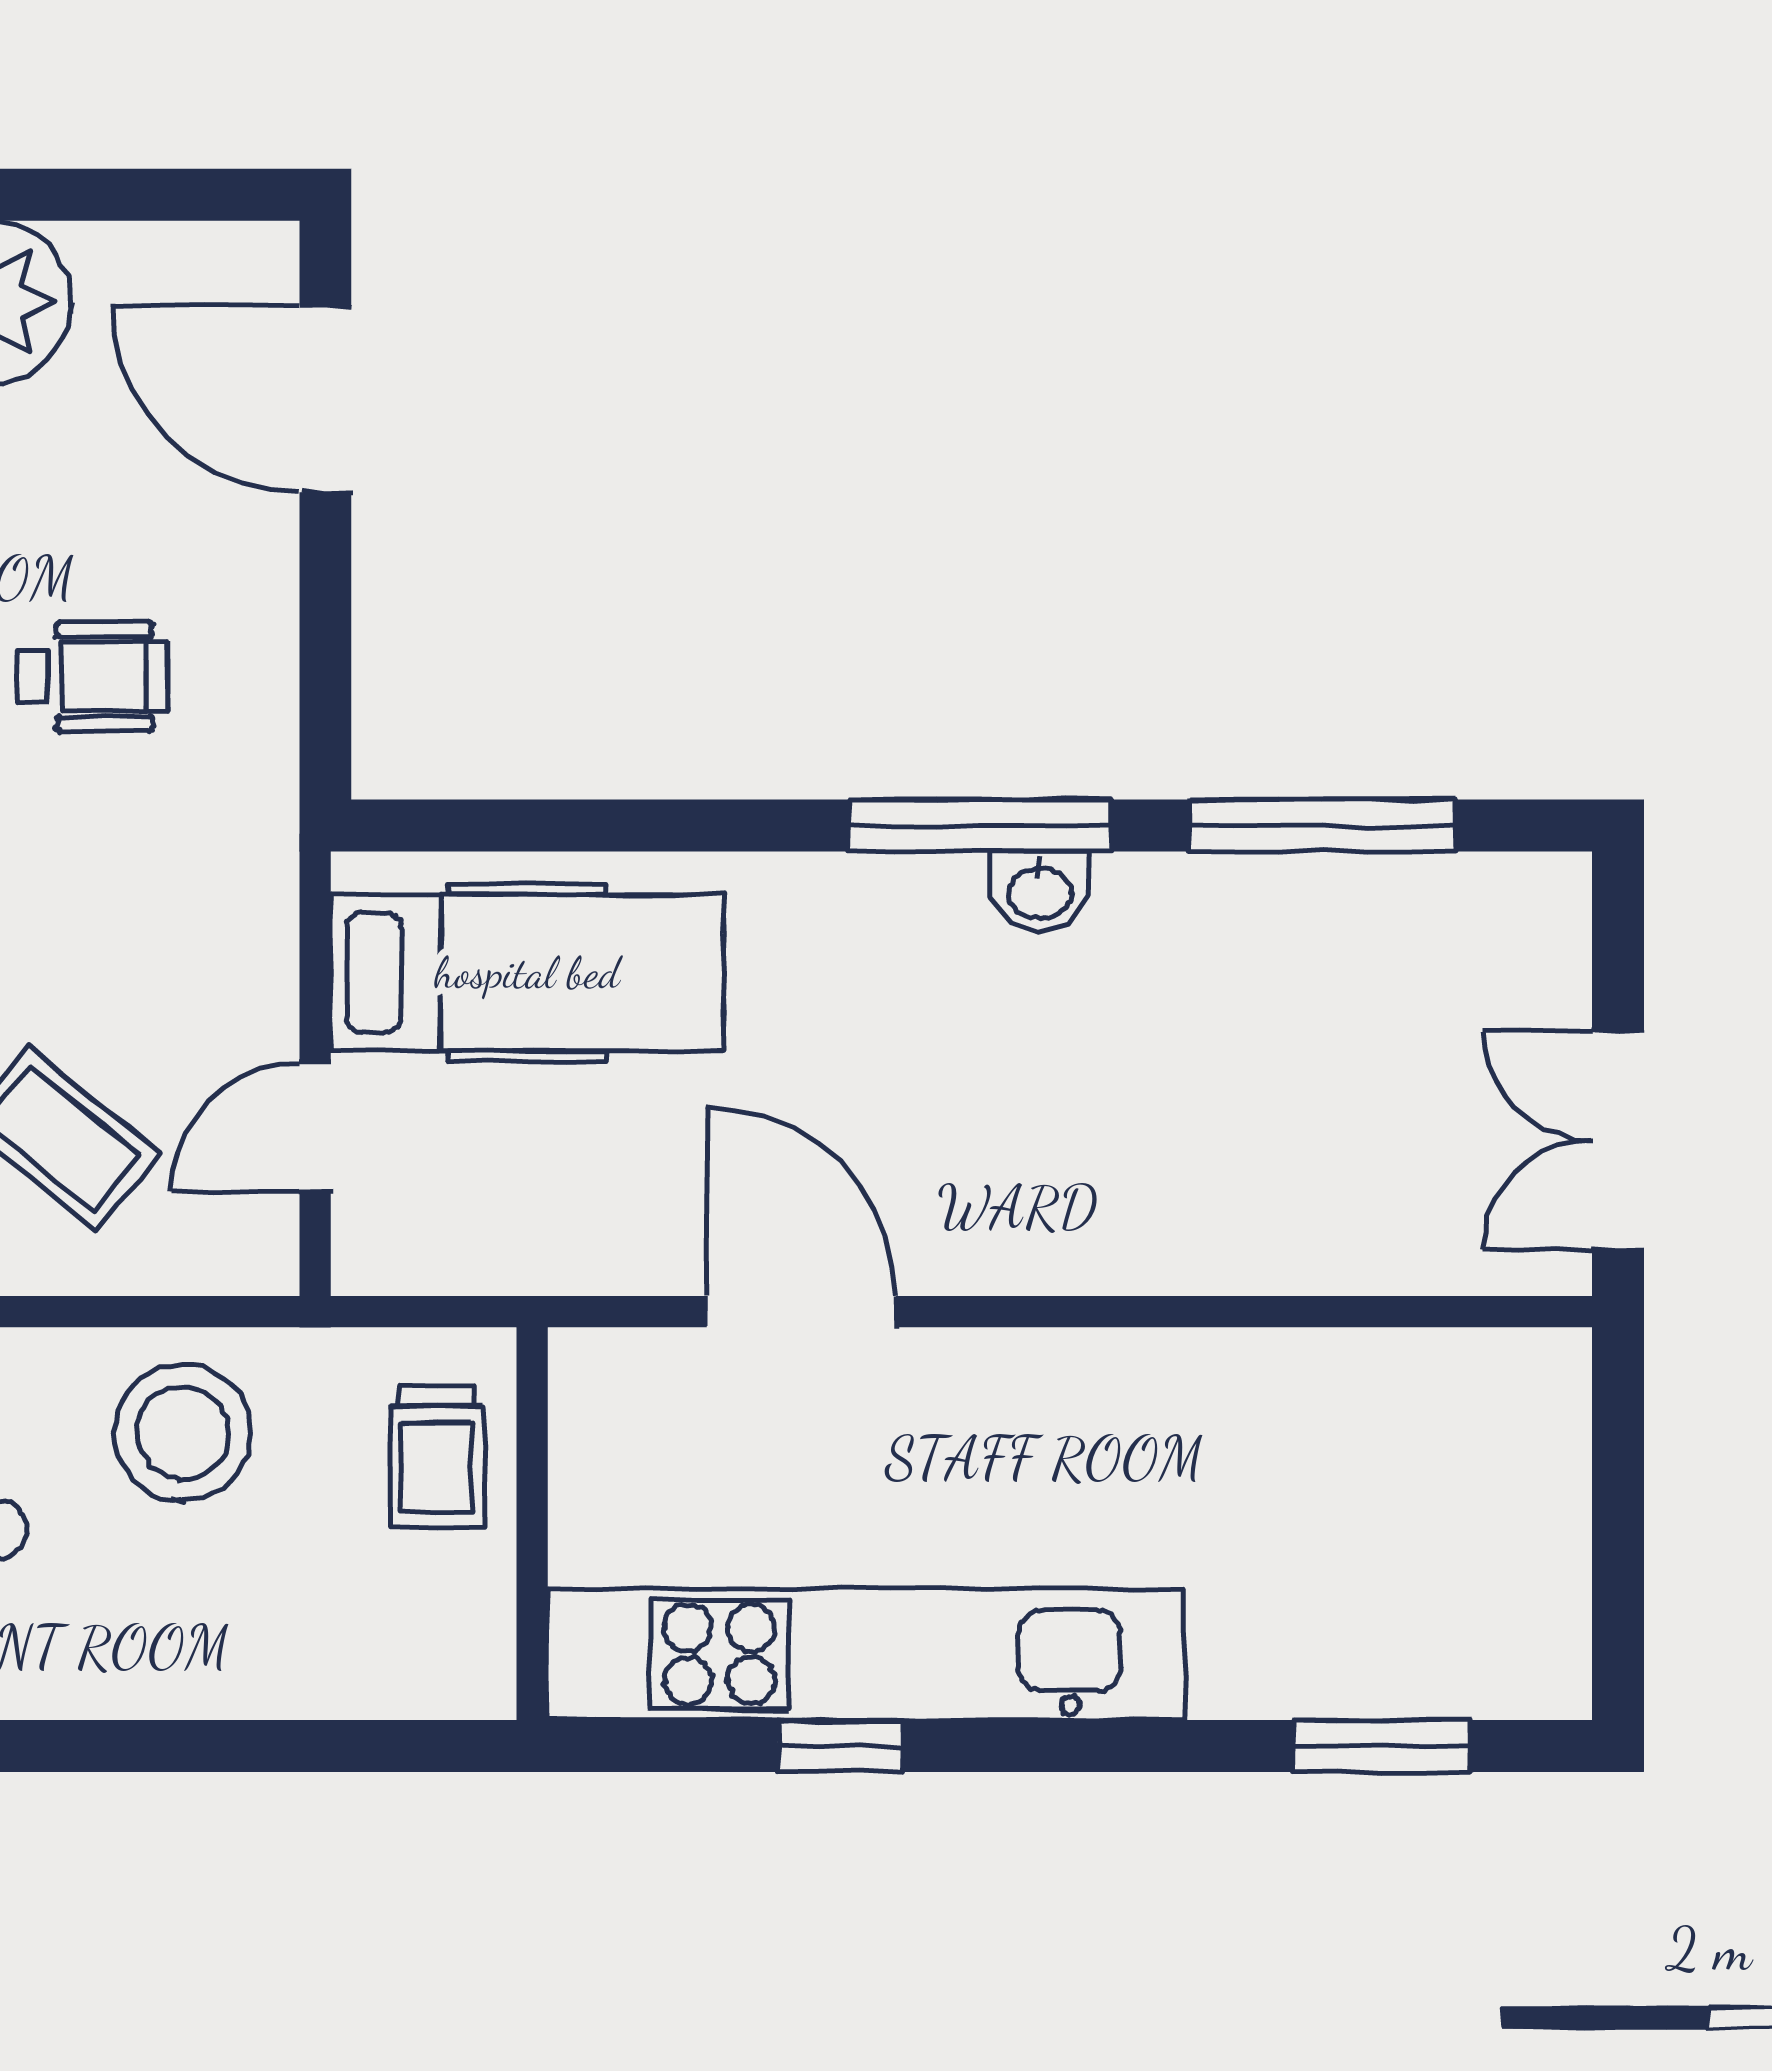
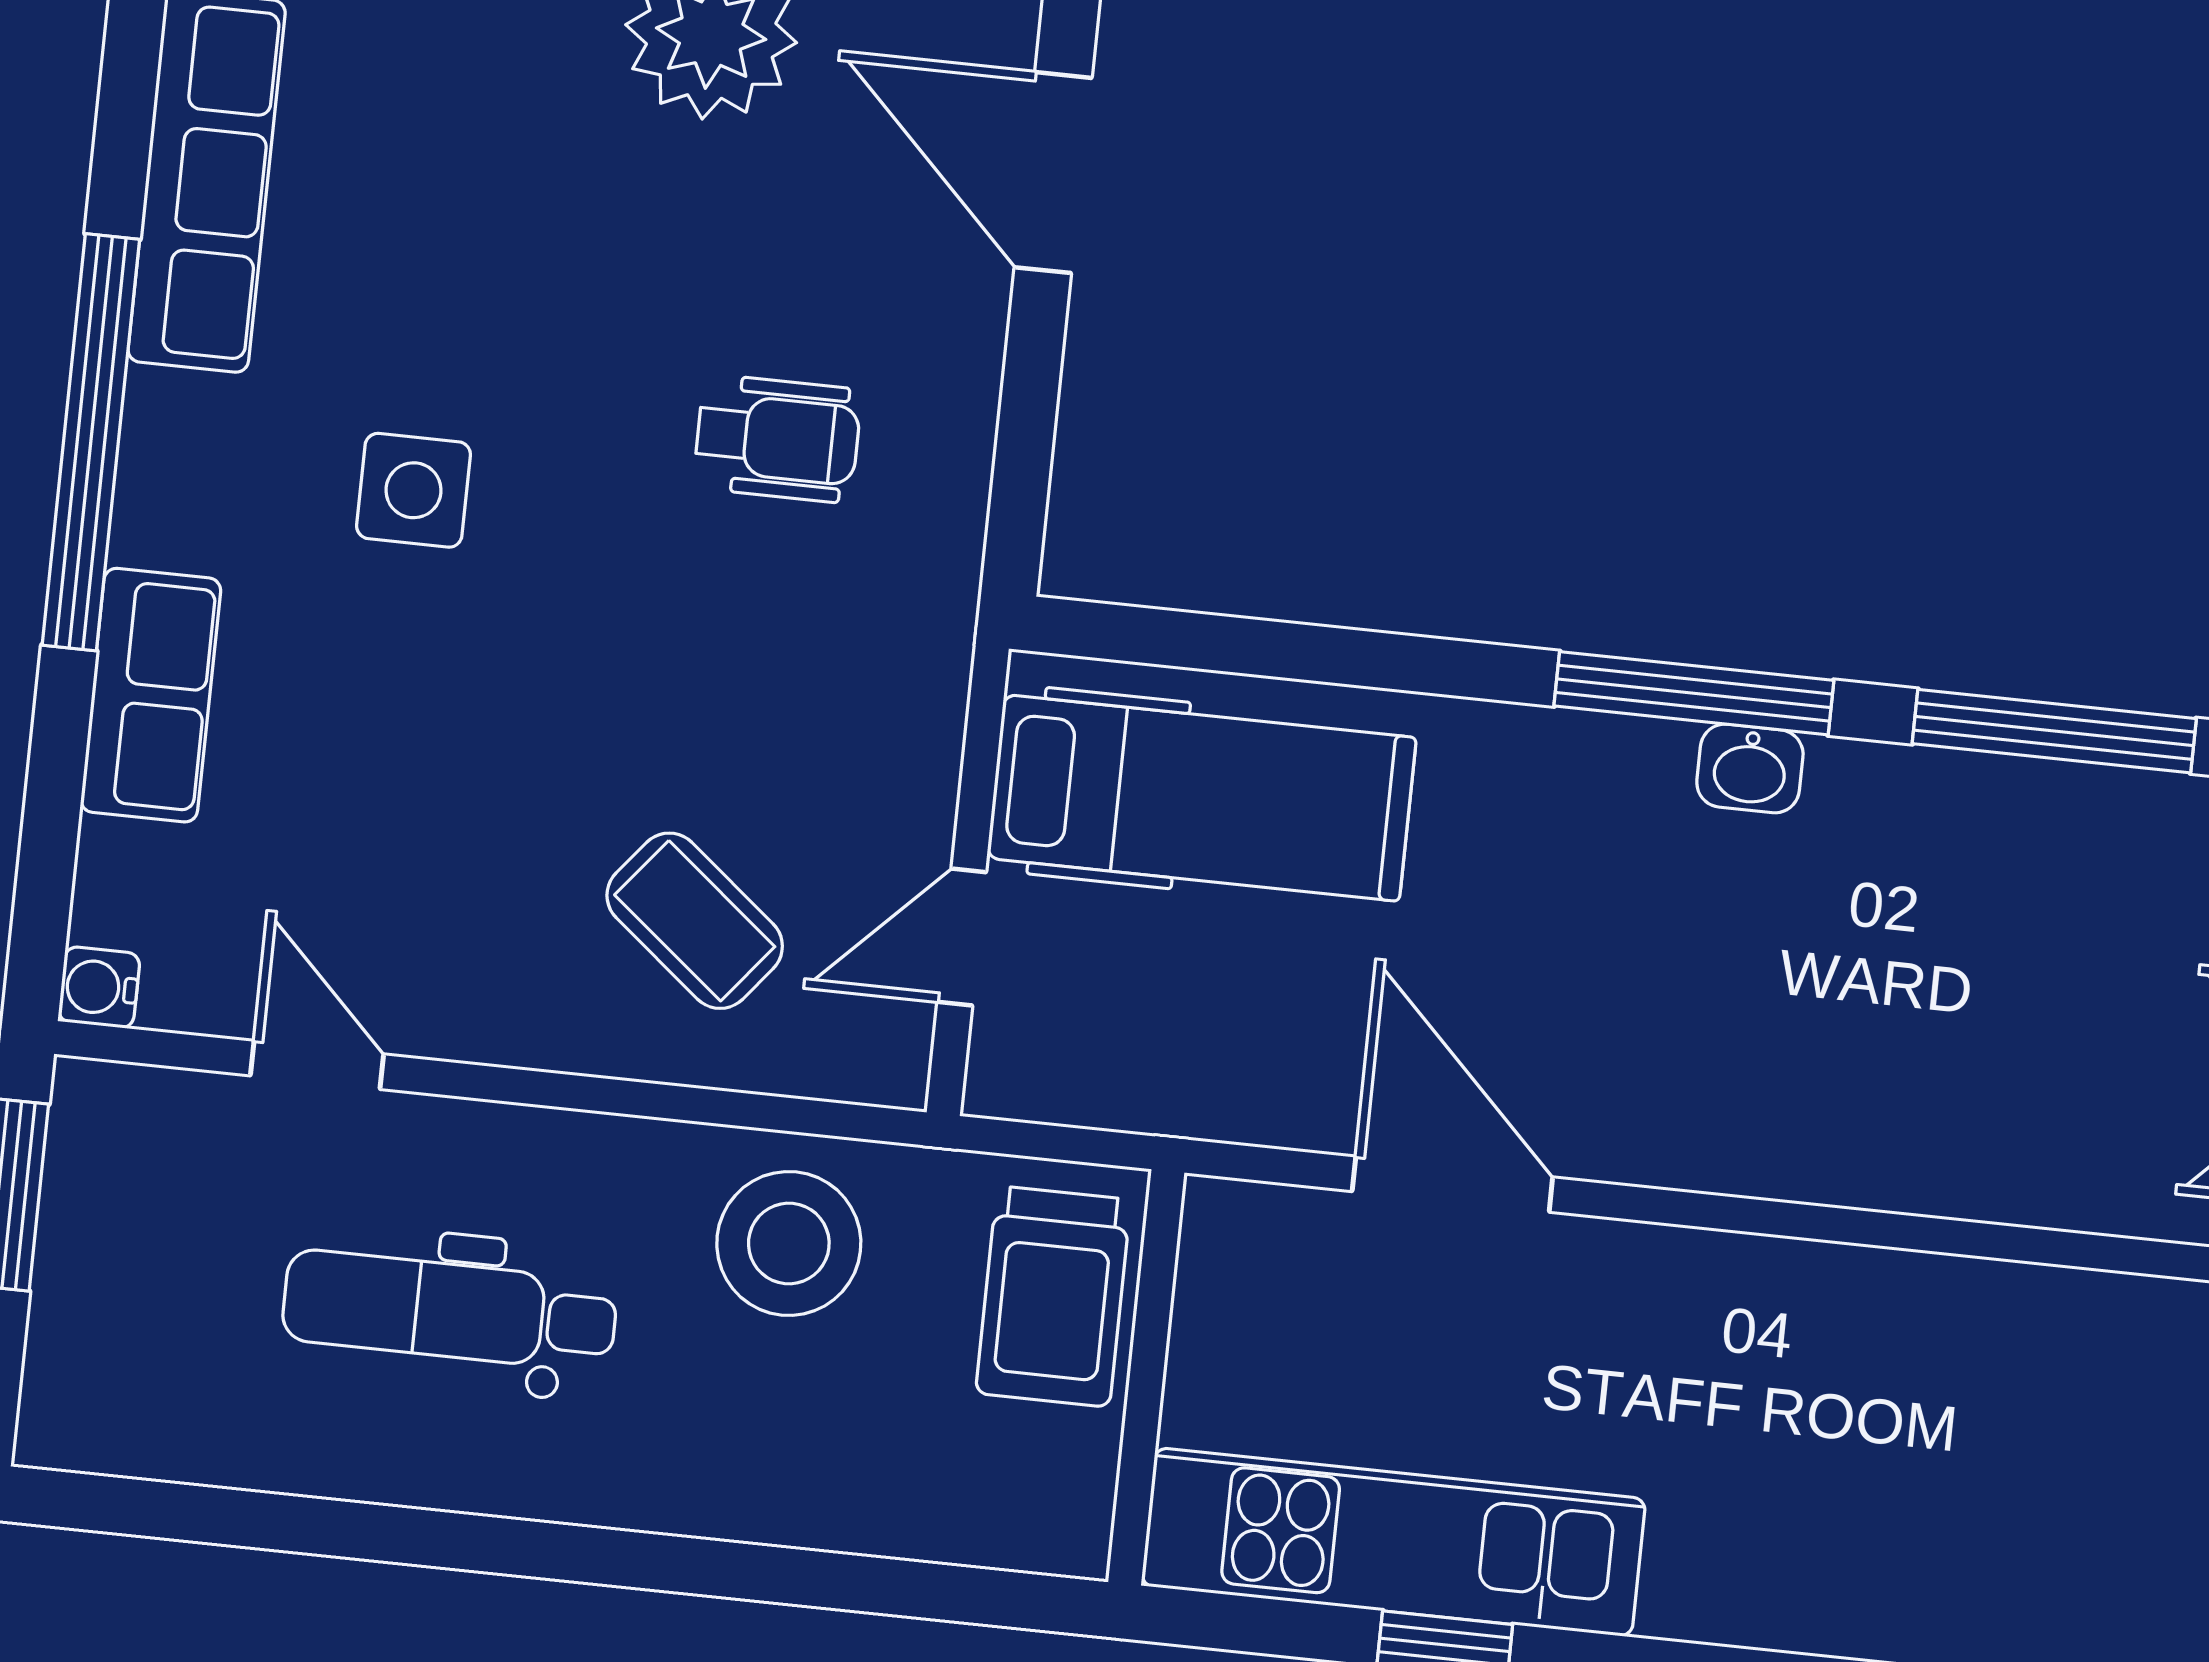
trolley: (437, 1457) -> (1053, 1297), width x1.36, depth x1.39
kitchen unit: (866, 1654) -> (1393, 1542), width x0.73

